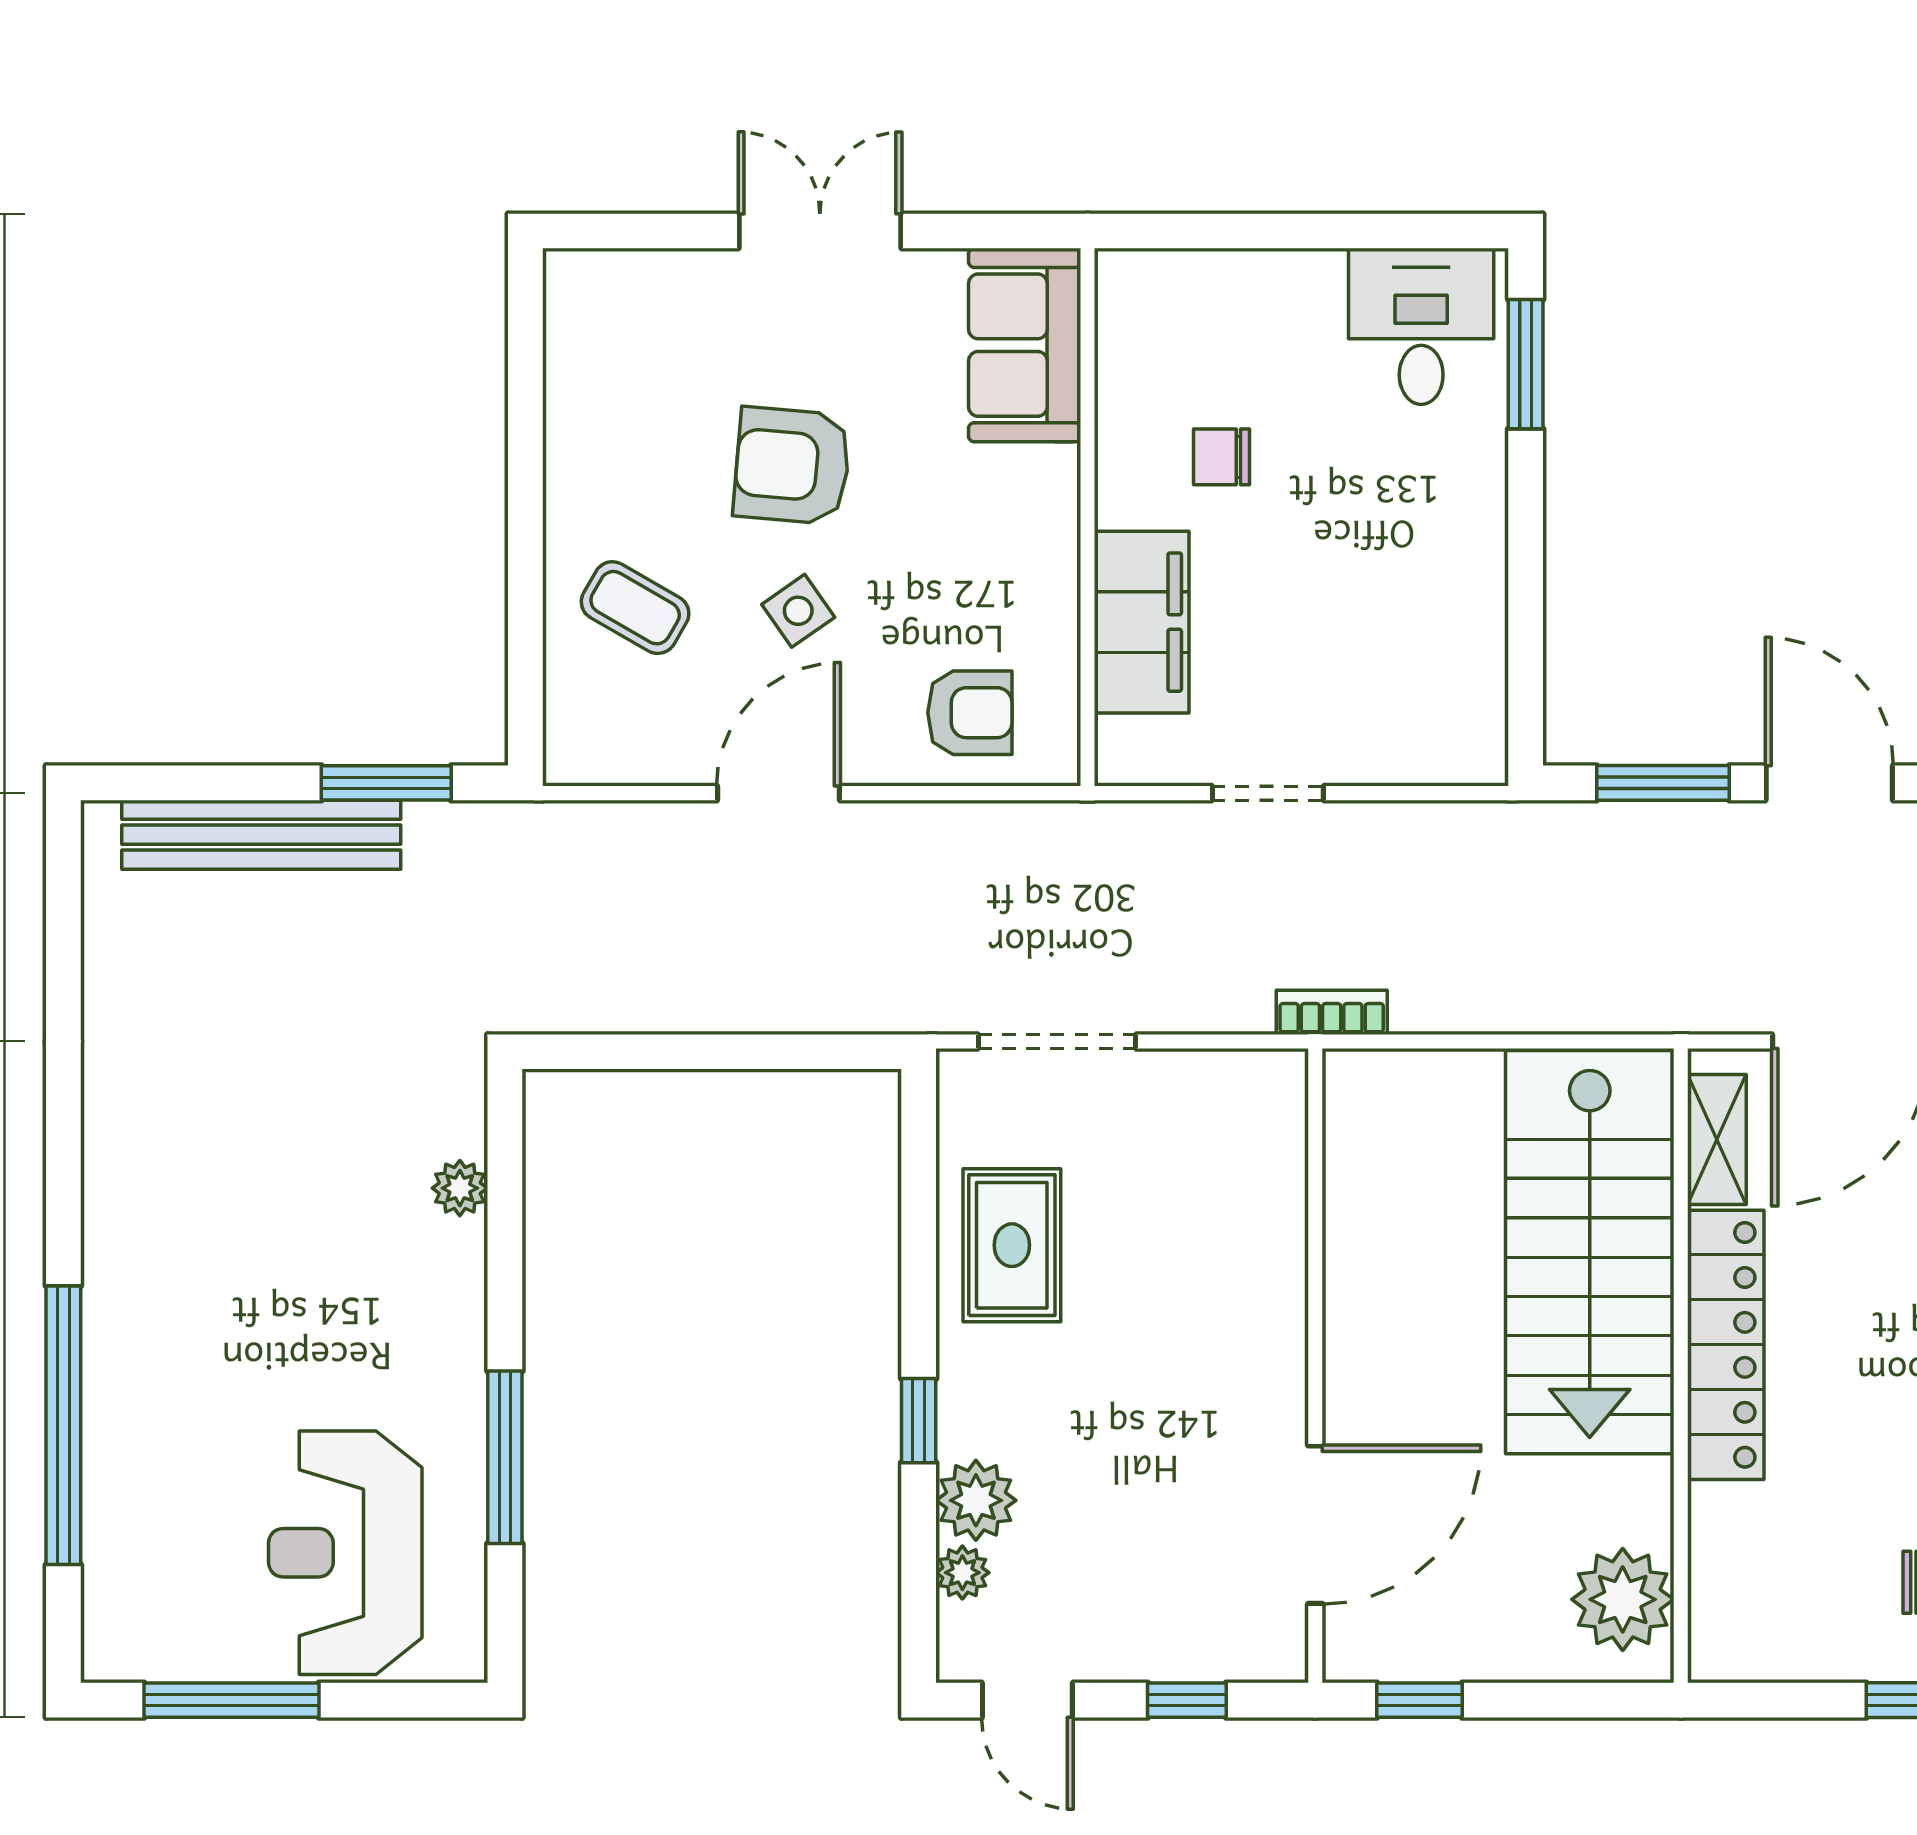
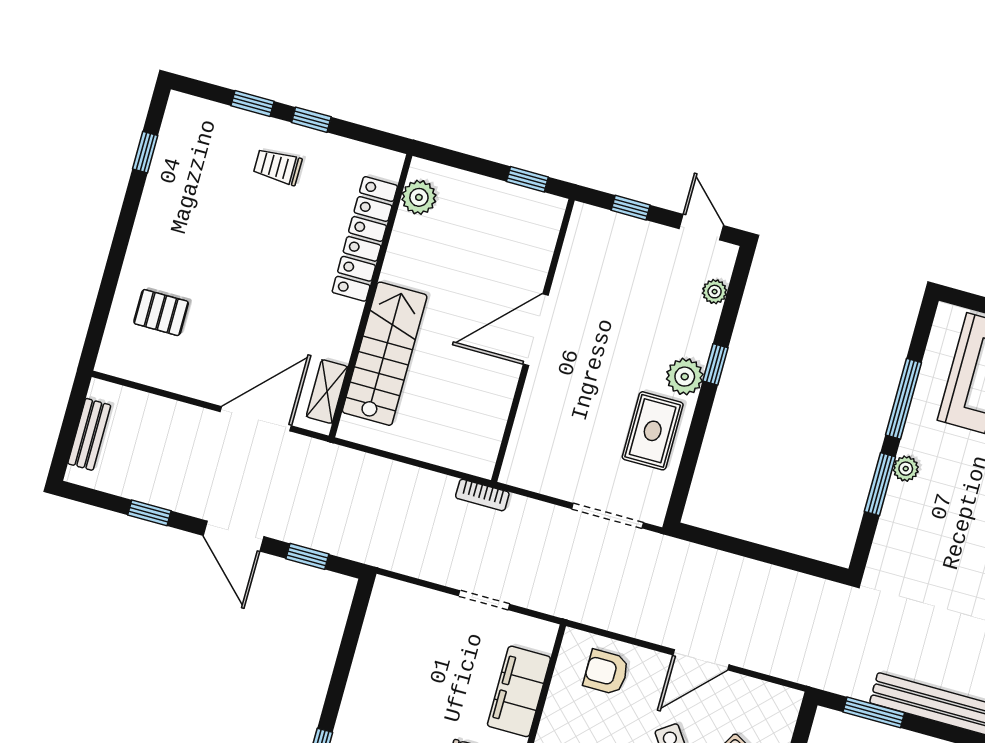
window: (1663, 783) -> (307, 556), width x0.67
plant: (460, 1188) -> (906, 469), moved
stairs: (1590, 1252) -> (385, 354), width x0.73, depth x0.66
window: (505, 1265) -> (880, 484), added
locker: (1726, 1345) -> (365, 239), moved
plant: (976, 1500) -> (685, 377), moved
door: (1315, 1525) -> (536, 330), moved
plant: (1623, 1599) -> (419, 197), width x0.73, depth x0.73

